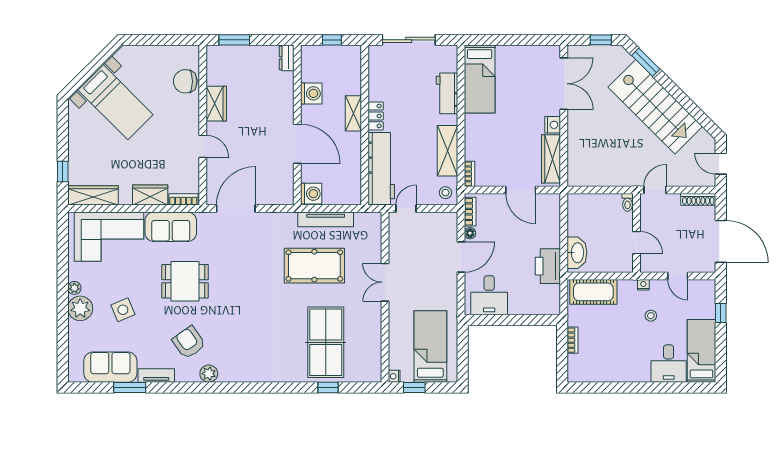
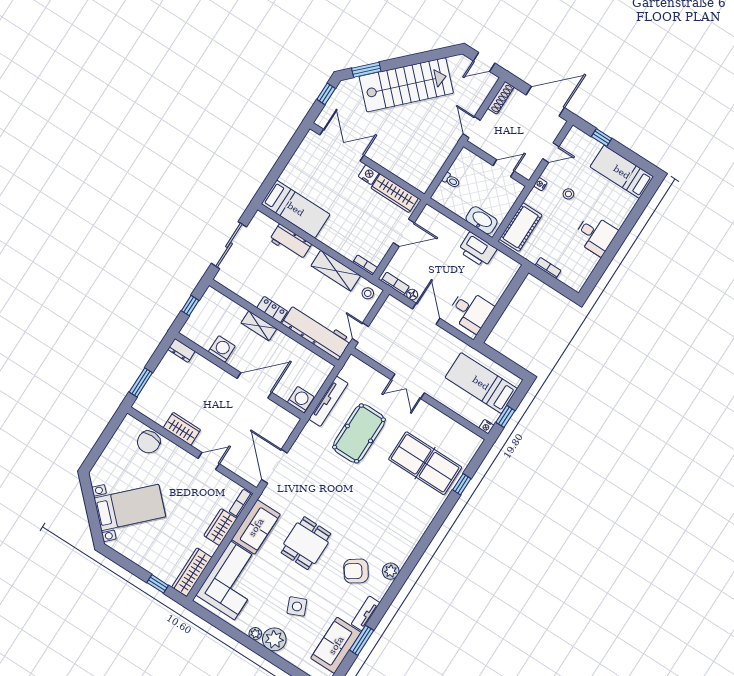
toilet: (628, 202) -> (451, 180), moved
desk: (669, 364) -> (595, 235), moved

